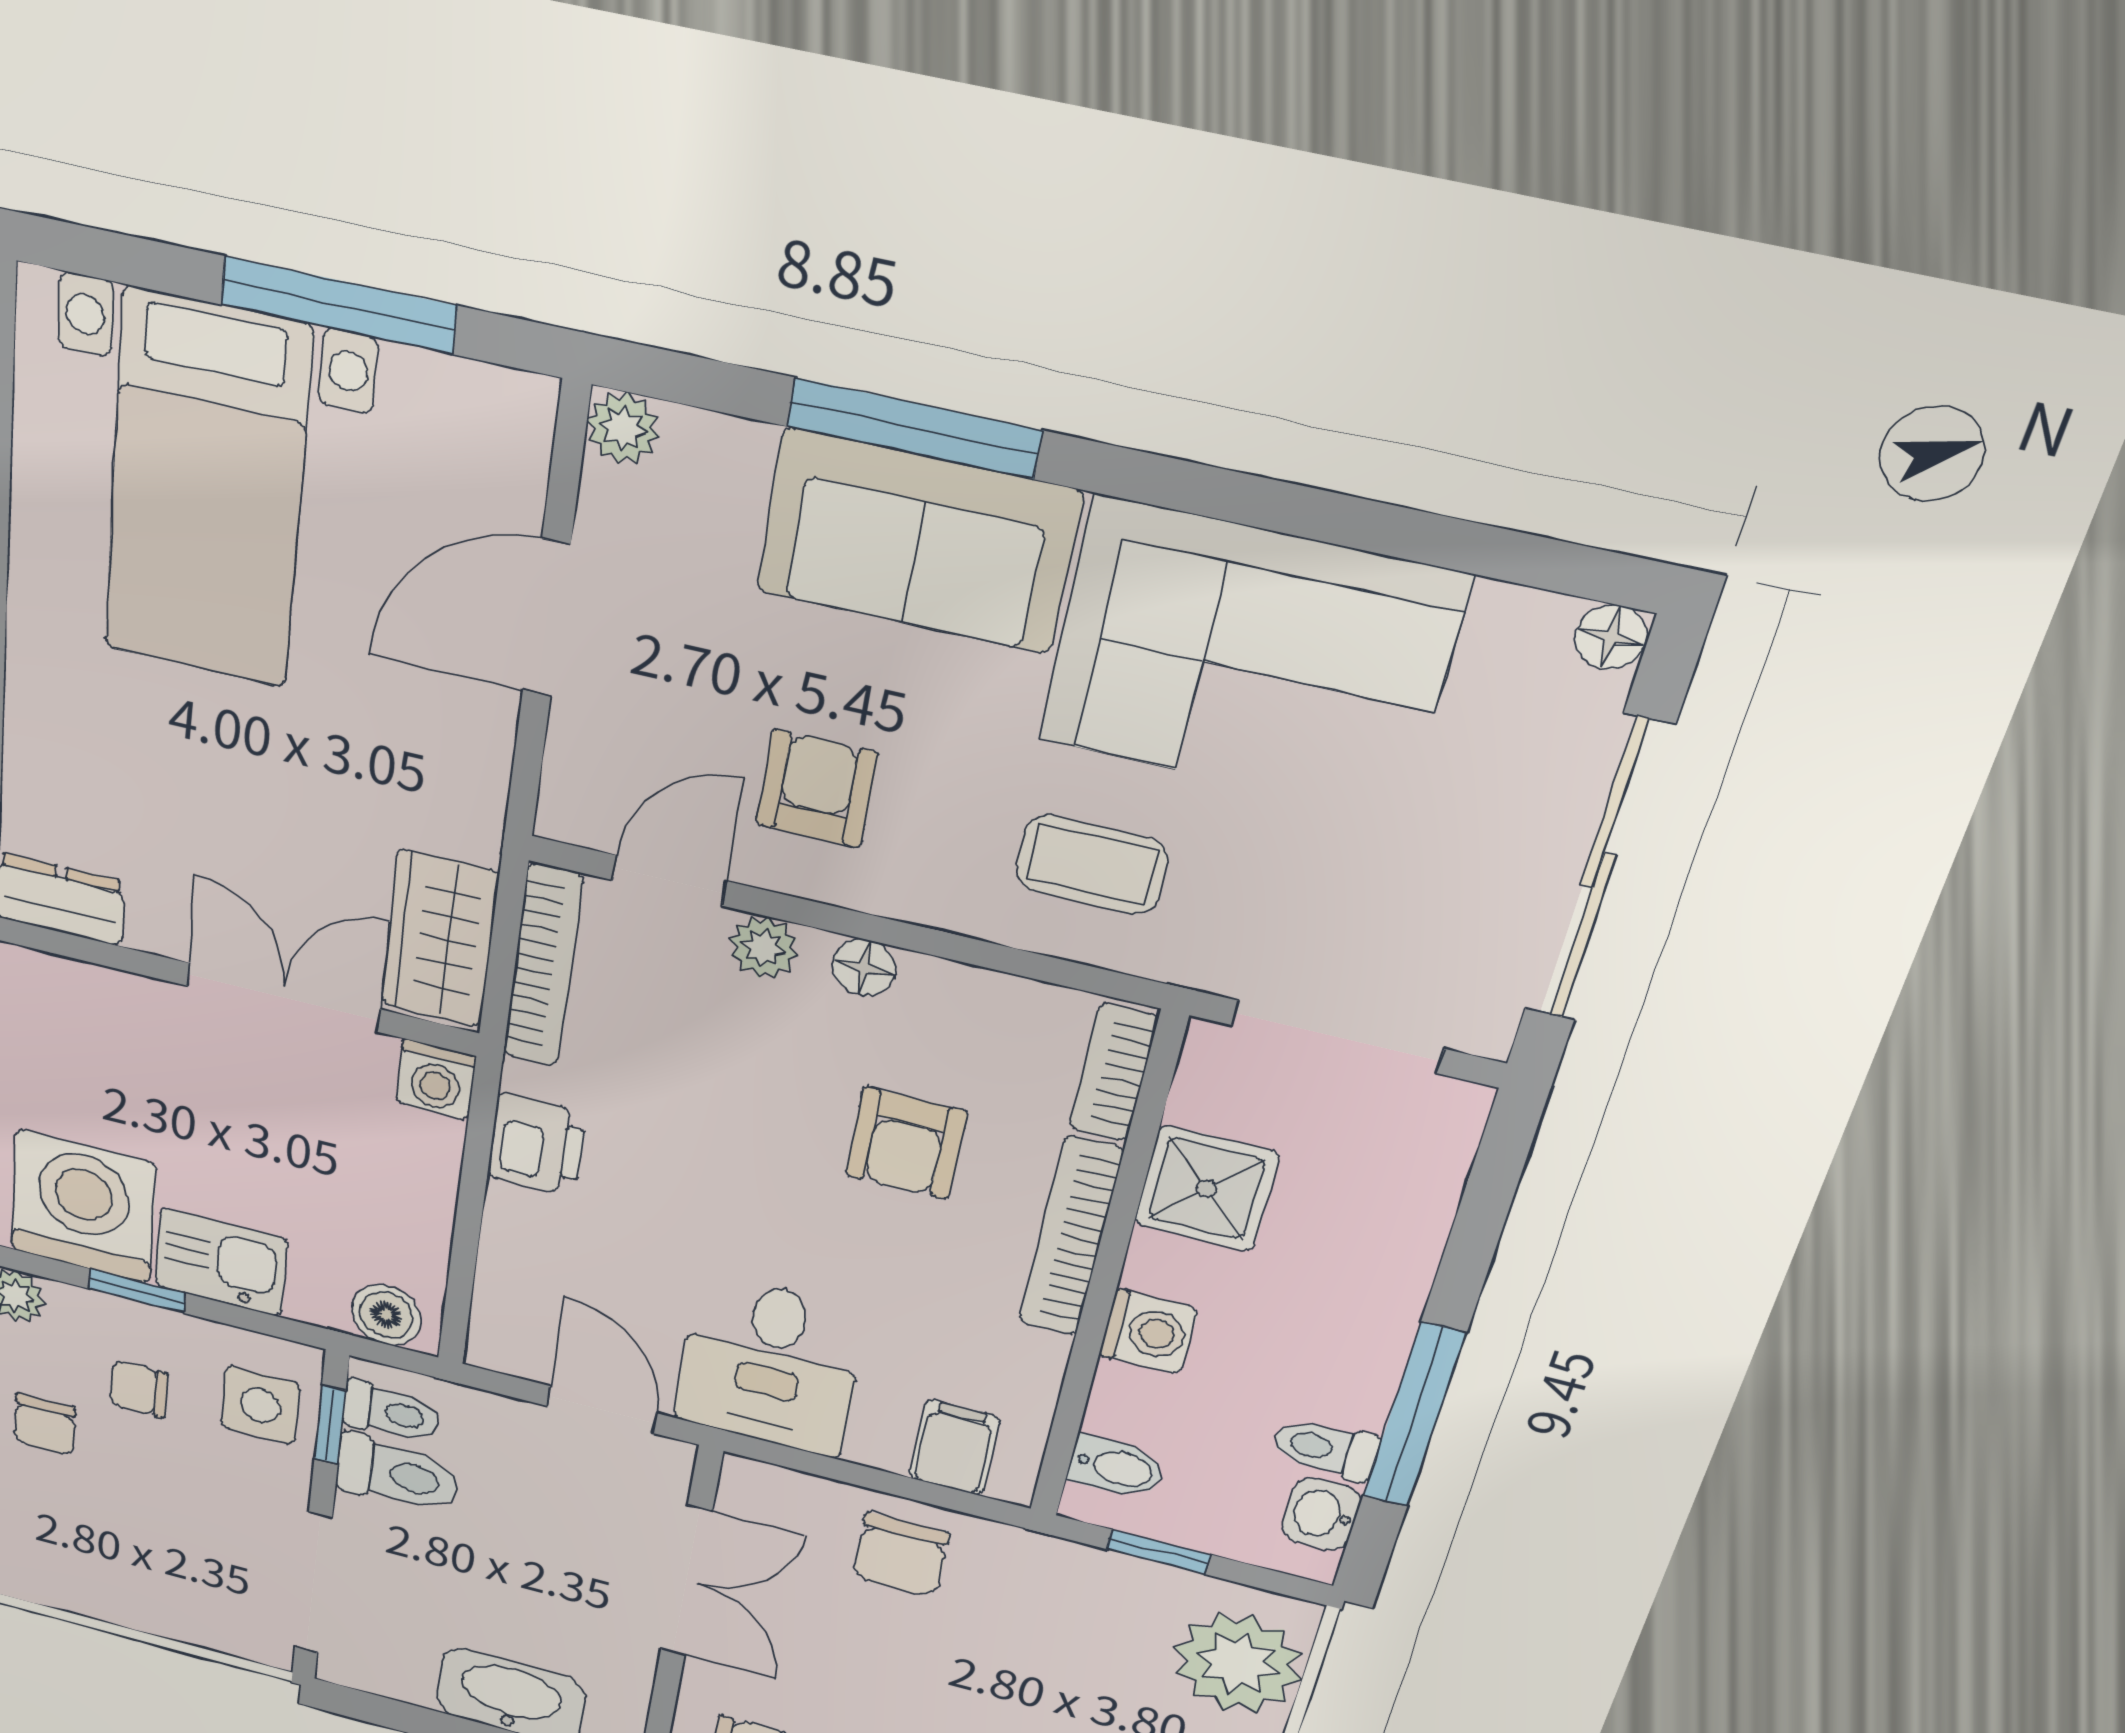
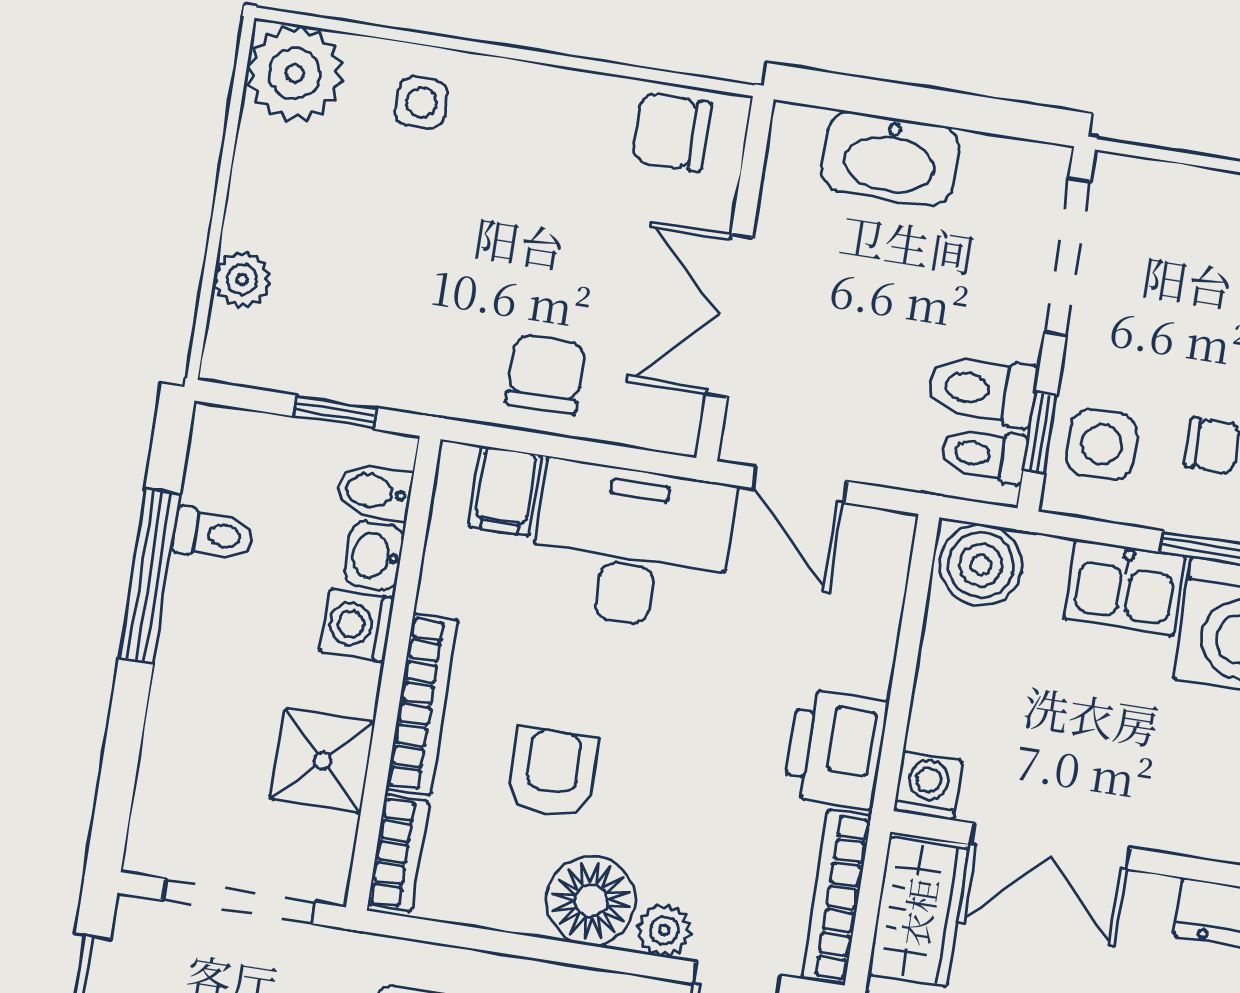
floor lamp: (864, 968) -> (591, 901), width x1.89, depth x1.89
printer: (537, 1145) -> (836, 749), width x1.36, depth x1.24
boiler: (386, 1315) -> (981, 565), width x1.36, depth x1.36
desk: (770, 1365) -> (631, 546), width x1.37
washbasin: (1321, 1514) -> (374, 556), moved, turned 180
plant: (1238, 1663) -> (242, 279), width x0.53, depth x0.53

